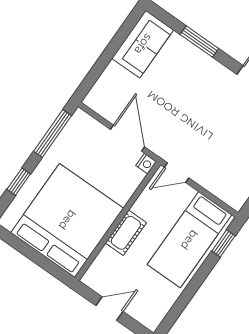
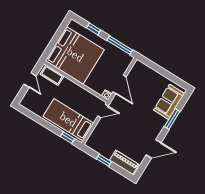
sofa: (143, 44) -> (169, 102), moved, turned 90
door: (127, 138) -> (120, 84), hinge flipped
door: (177, 173) -> (103, 111), swing flipped
cot: (126, 233) -> (52, 75), moved

